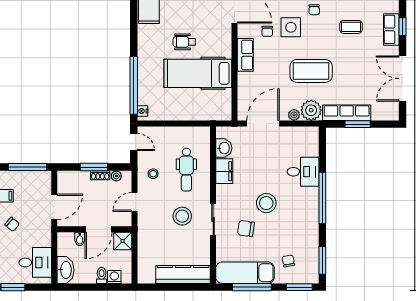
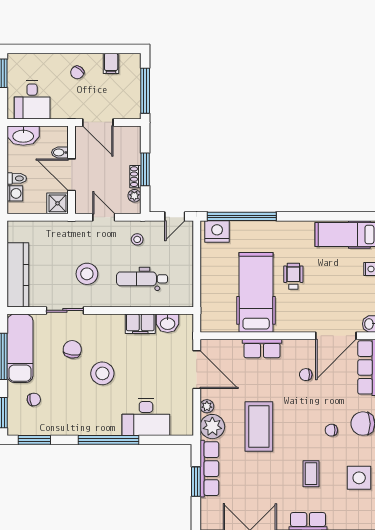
side table: (291, 27) -> (311, 402), removed
row of seats: (245, 55) -> (262, 349), moved
nightstand: (142, 111) -> (217, 232), width x1.89, depth x1.79
desk: (303, 172) -> (146, 417), width x1.37
sliding door: (213, 219) -> (65, 310), moved

